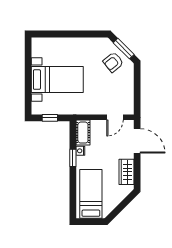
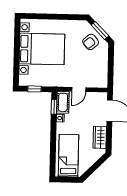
bed with nightstands: (57, 80) -> (42, 49), width x1.36
door: (115, 117) -> (79, 89), moved
window: (73, 158) -> (54, 107), moved

